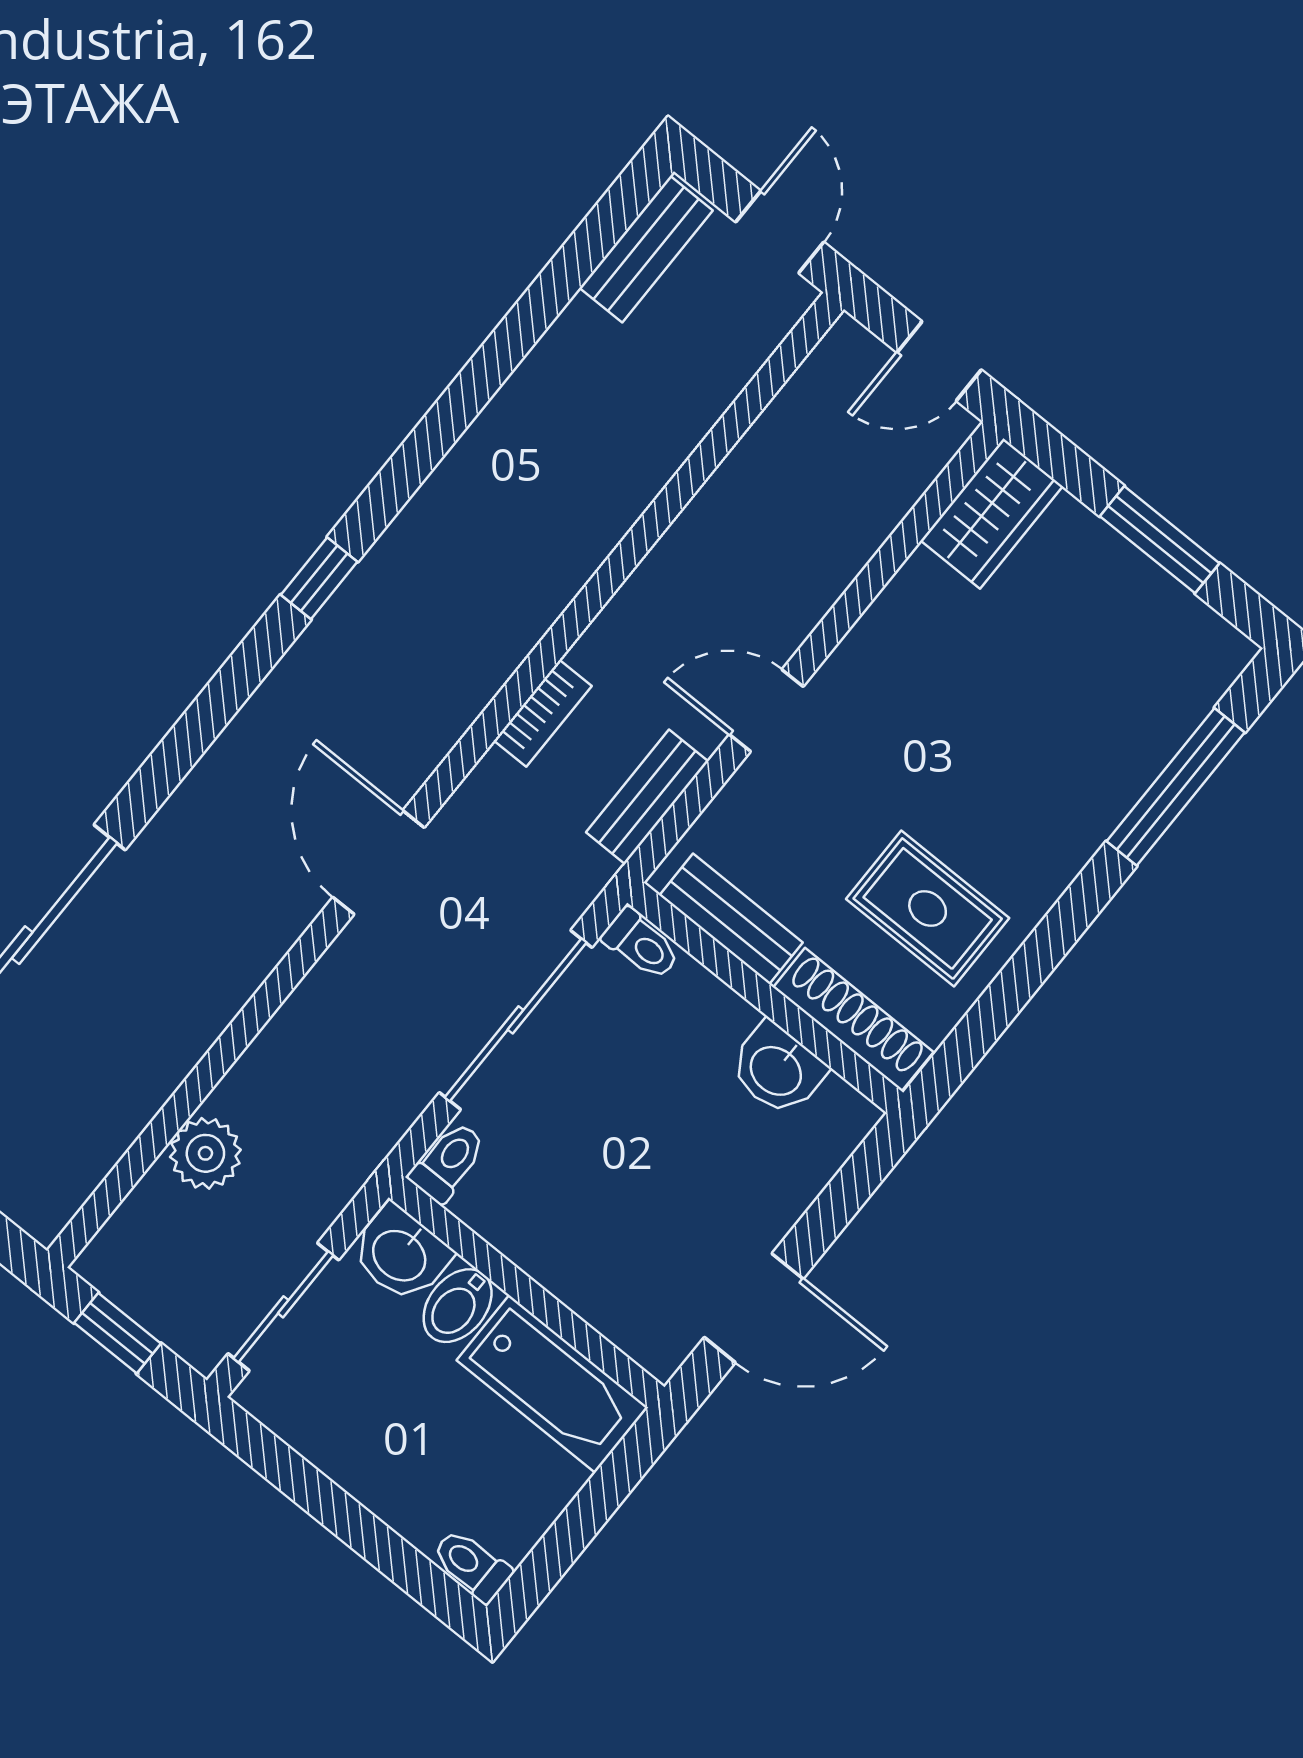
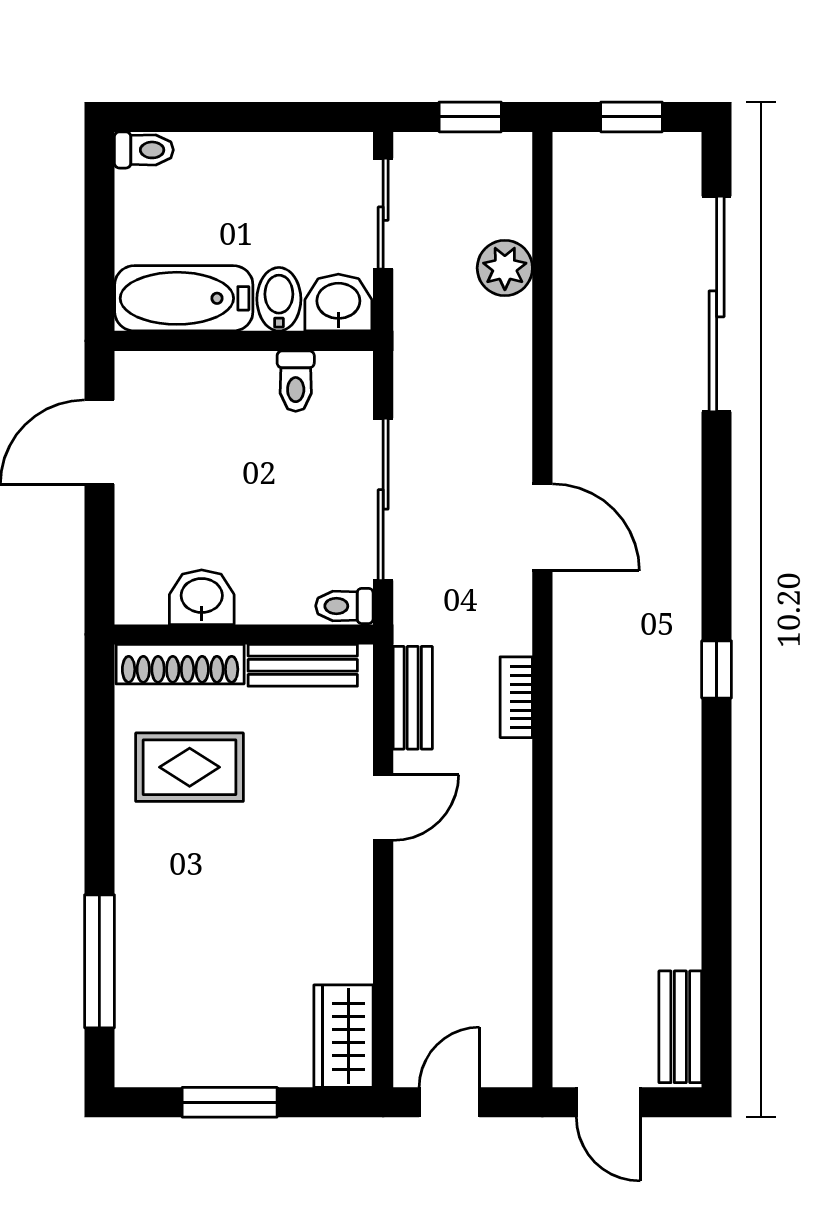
toilet: (448, 1162) -> (296, 381), moved

